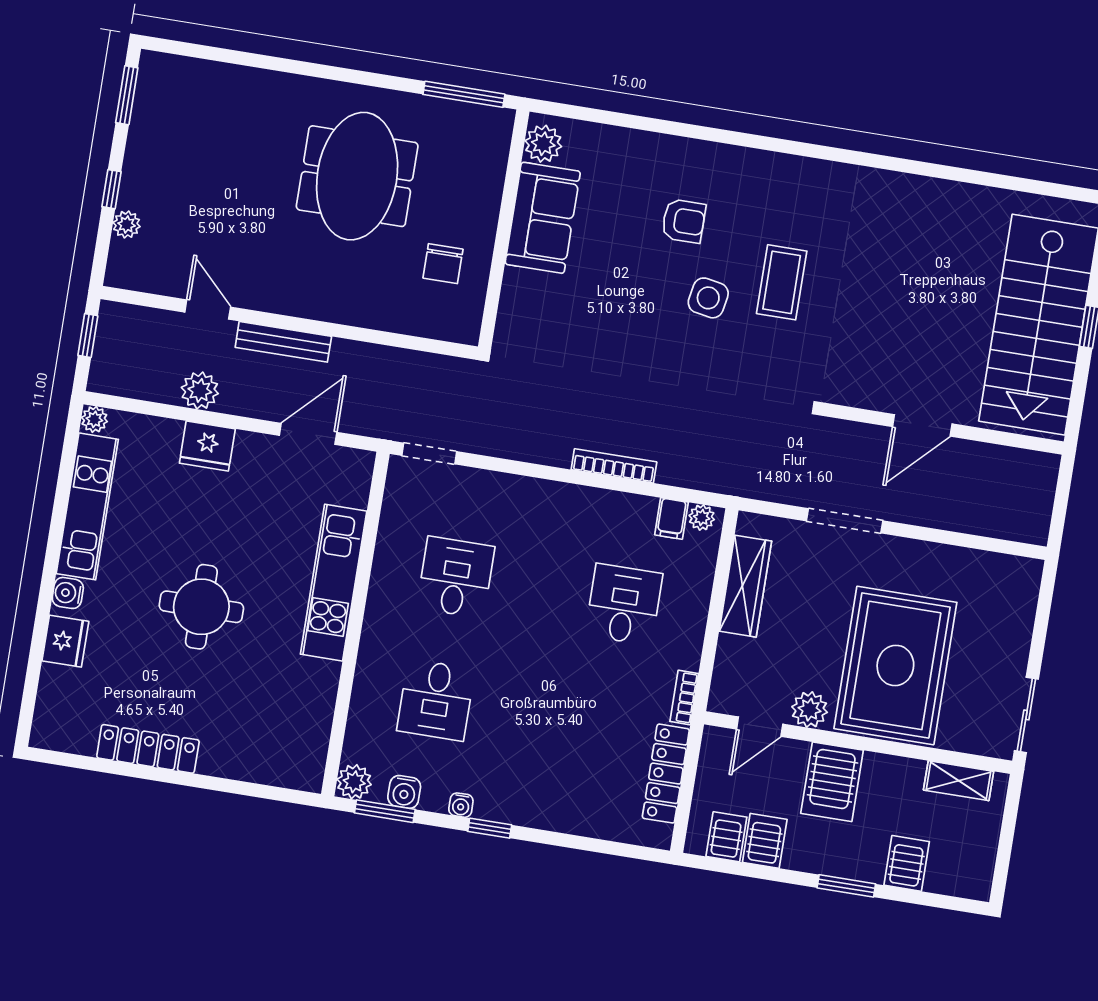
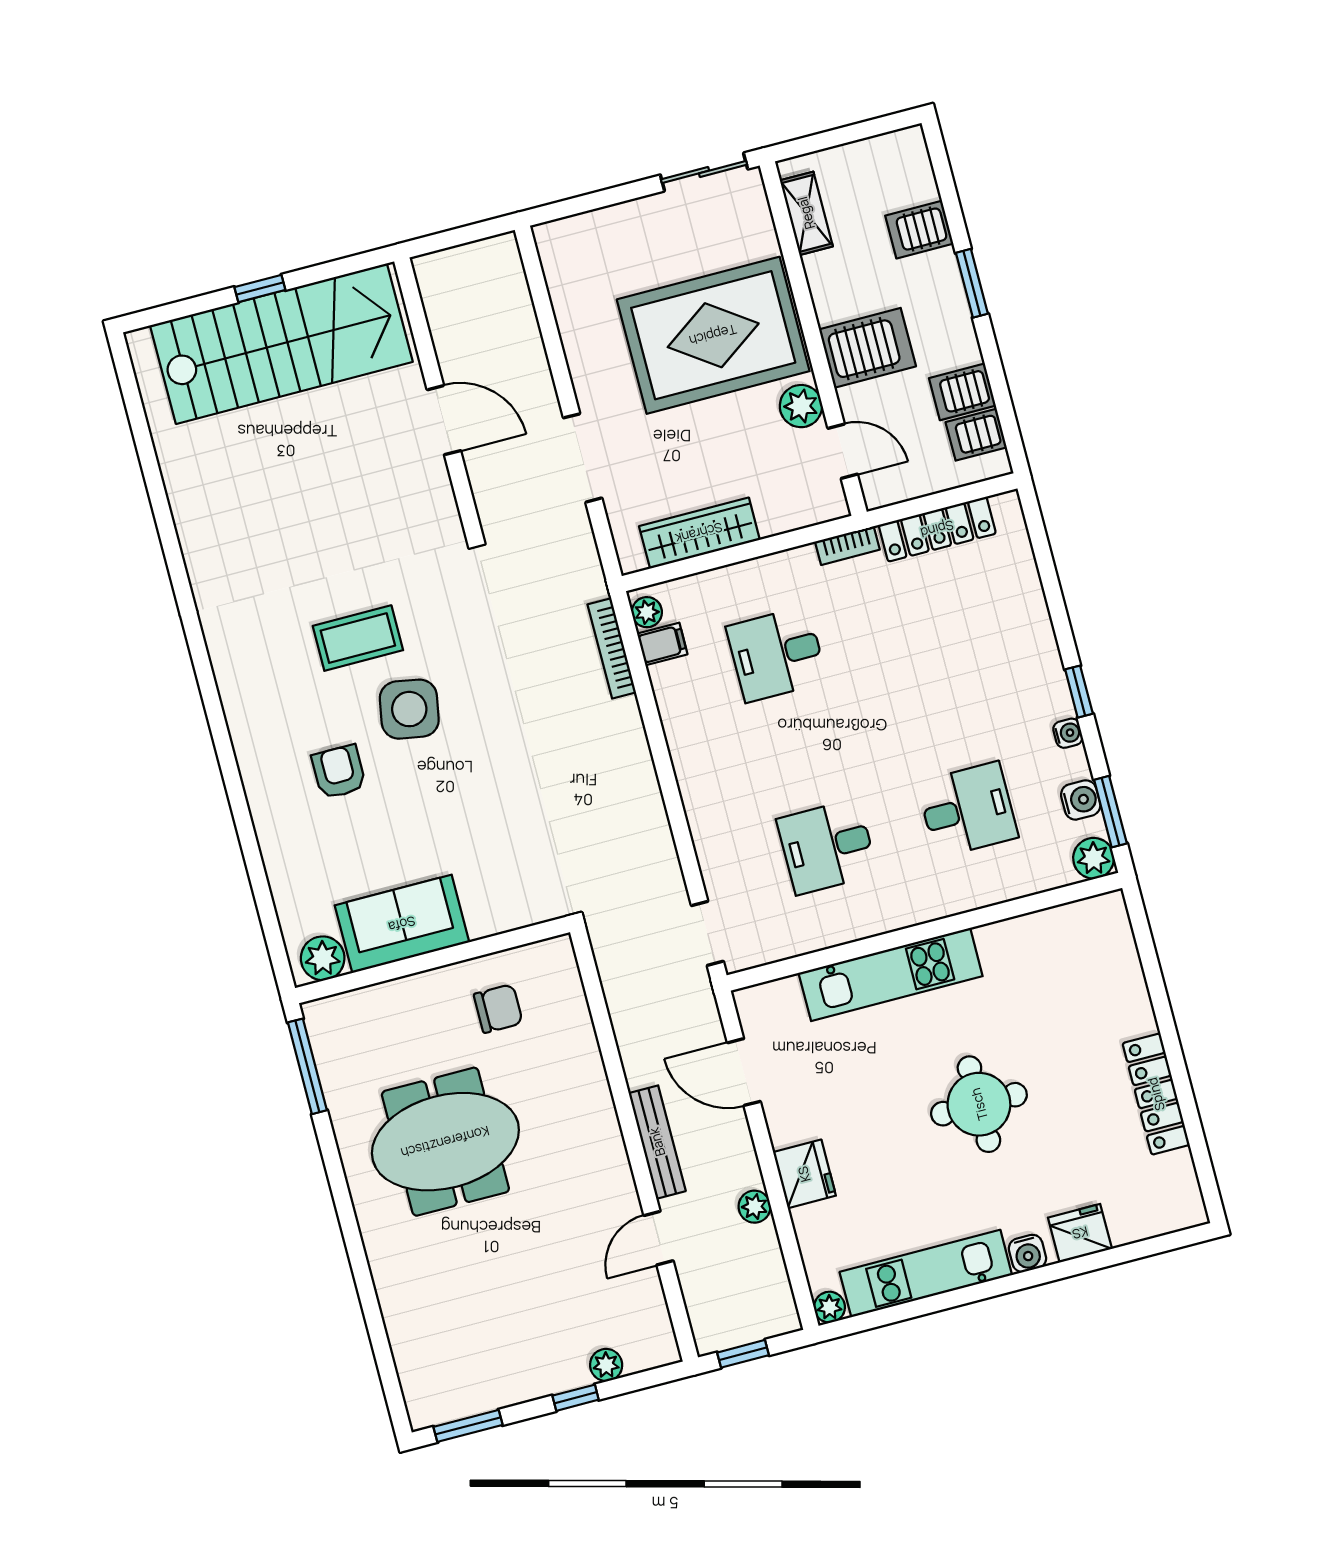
side table: (708, 298) -> (409, 709), width x1.37, depth x1.37
plant: (200, 391) -> (755, 1207), width x0.73, depth x0.73
bookcase: (614, 466) -> (612, 648), moved

